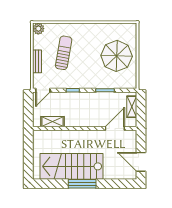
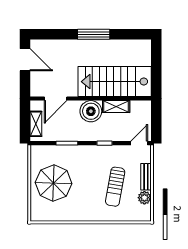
plant: (38, 29) -> (144, 198), moved
boiler: (84, 118) -> (91, 111), added
shelving: (52, 122) -> (116, 107), moved
stairs: (71, 166) -> (115, 82), moved, turned 180

